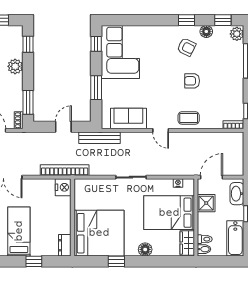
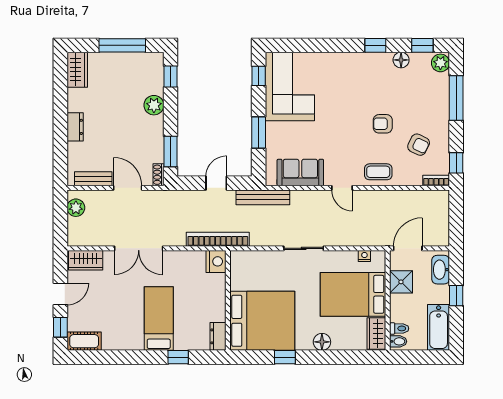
armchair: (187, 47) -> (419, 145), moved

